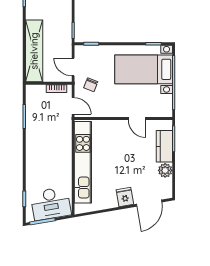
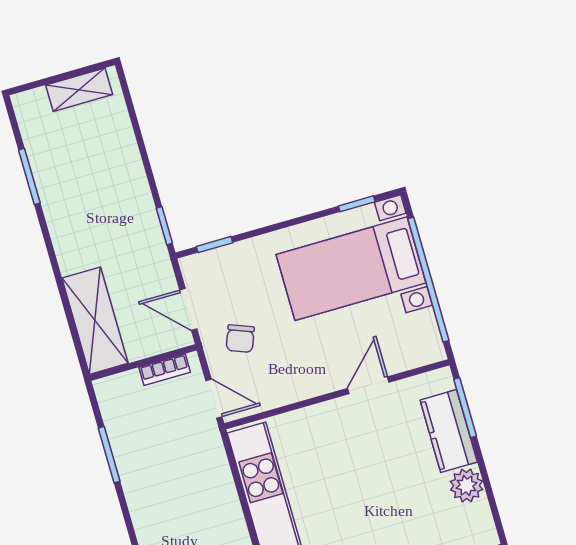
shelving: (34, 51) -> (95, 321), width x0.68
door: (137, 118) -> (368, 385), swing flipped

